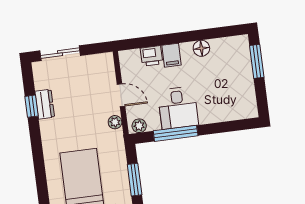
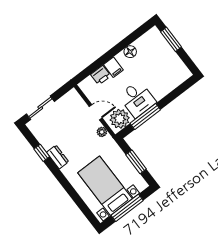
dresser: (45, 104) -> (58, 157), moved
plant: (139, 126) -> (120, 119), width x1.88, depth x1.88

